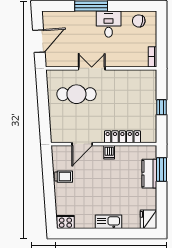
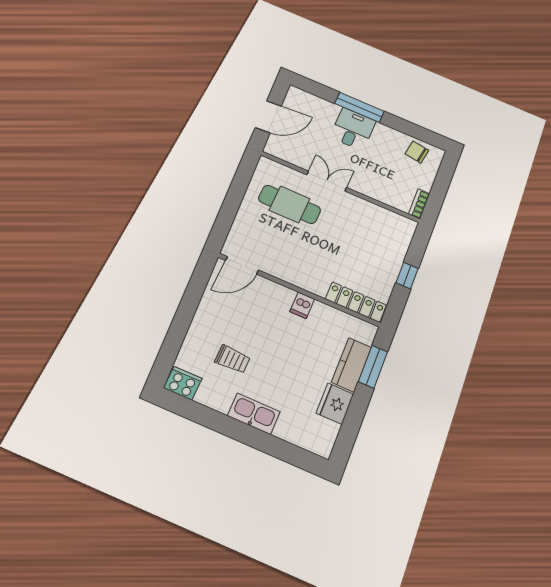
desk: (109, 24) -> (353, 129), moved
locker: (122, 137) -> (356, 302), moved
door: (82, 144) -> (242, 265), moved
trolley: (64, 177) -> (232, 359), moved
fridge: (148, 219) -> (335, 404), moved

